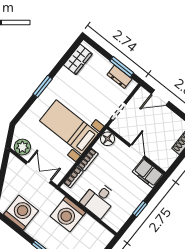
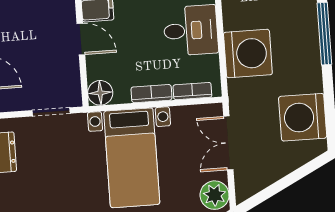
door: (137, 151) -> (81, 39), swing flipped

